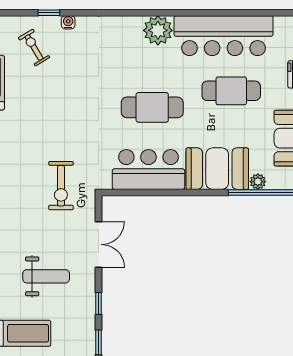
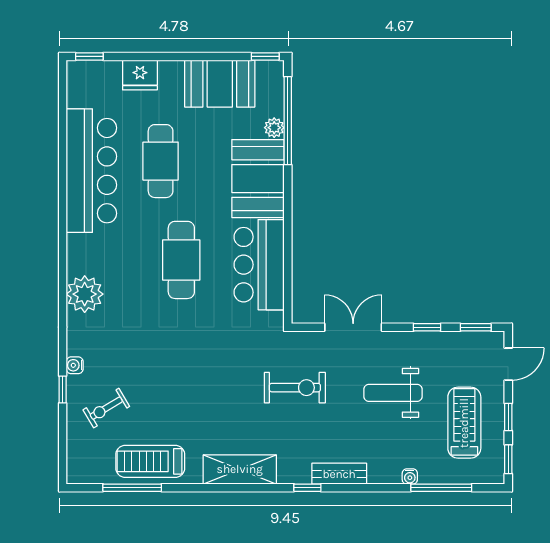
plant: (158, 30) -> (85, 294), moved
exercise bike: (61, 186) -> (295, 388), moved
weight bench: (46, 276) -> (393, 393), turned -90

